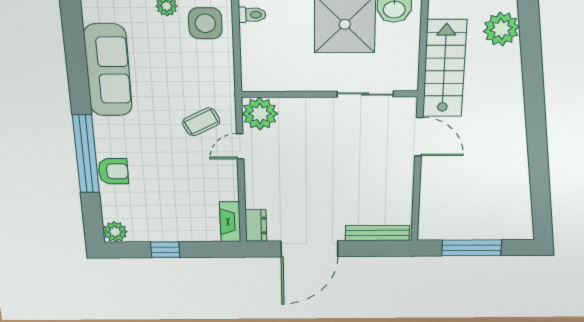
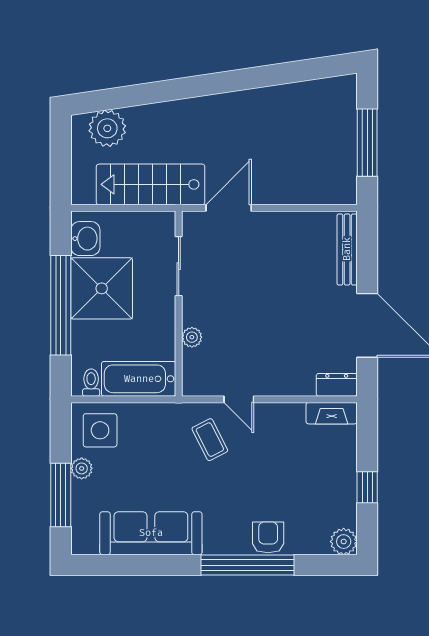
bathtub: (257, 59) -> (139, 379), added
plant: (260, 114) -> (192, 337), moved, width x0.53, depth x0.53

